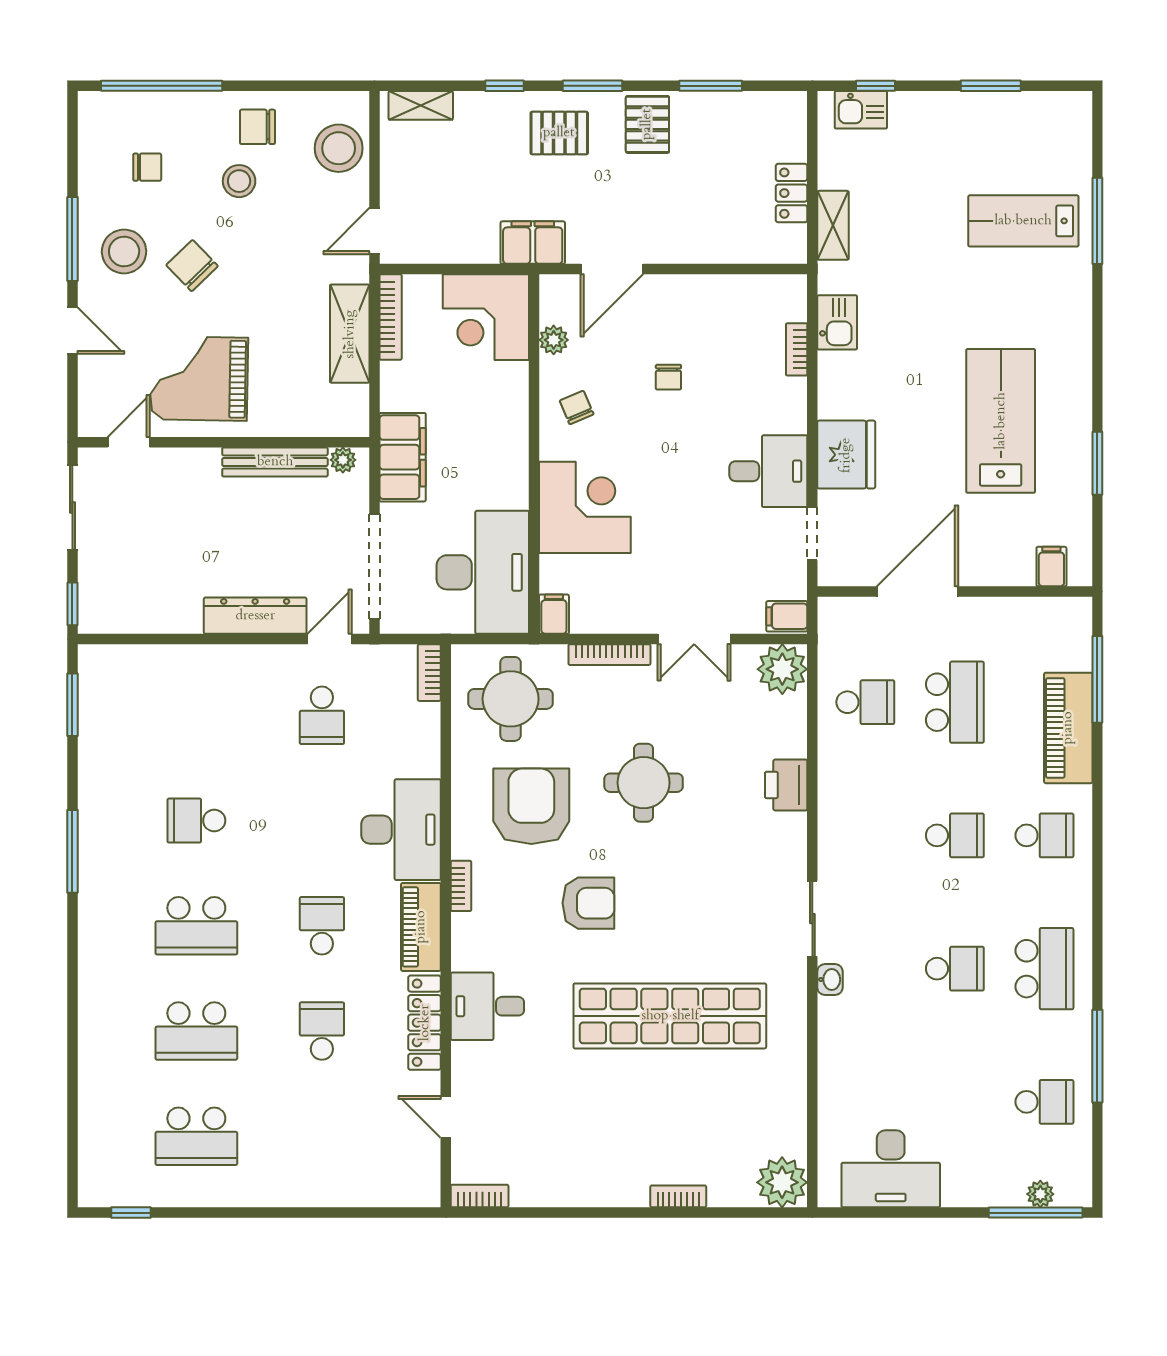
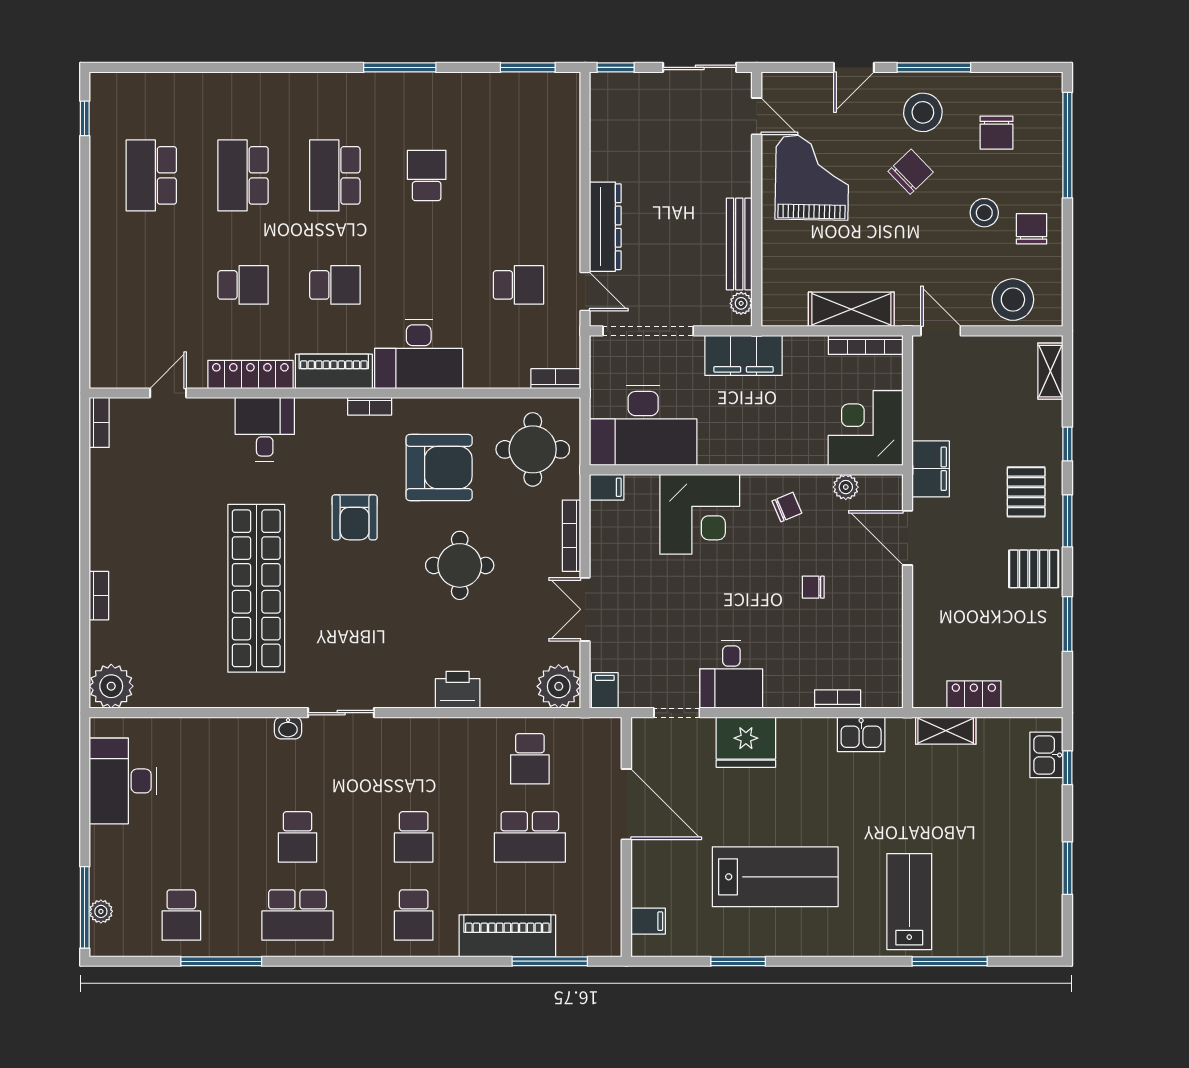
chair: (147, 167) -> (996, 133), width x1.37, depth x1.37
lab bench: (1023, 221) -> (909, 902), moved
school desk: (322, 715) -> (518, 285), turned 180

